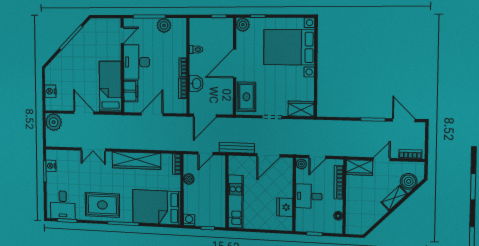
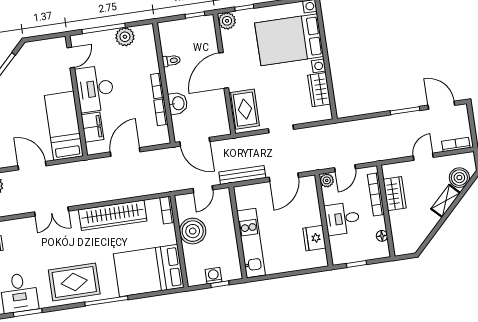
wardrobe: (301, 109) -> (319, 90), moved, turned -90
door: (205, 116) -> (195, 142), hinge flipped
wardrobe: (359, 167) -> (395, 194), moved, turned -90
boiler: (189, 179) -> (193, 231), width x1.86, depth x1.86
washing machine: (189, 220) -> (213, 276), moved

